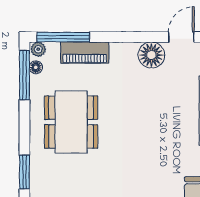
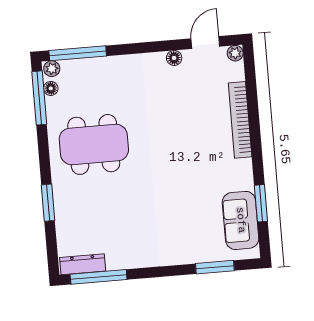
piano: (85, 53) -> (102, 68), removed
floor lamp: (151, 55) -> (174, 58), width x0.53, depth x0.53
dining table: (71, 122) -> (94, 144), turned 90

